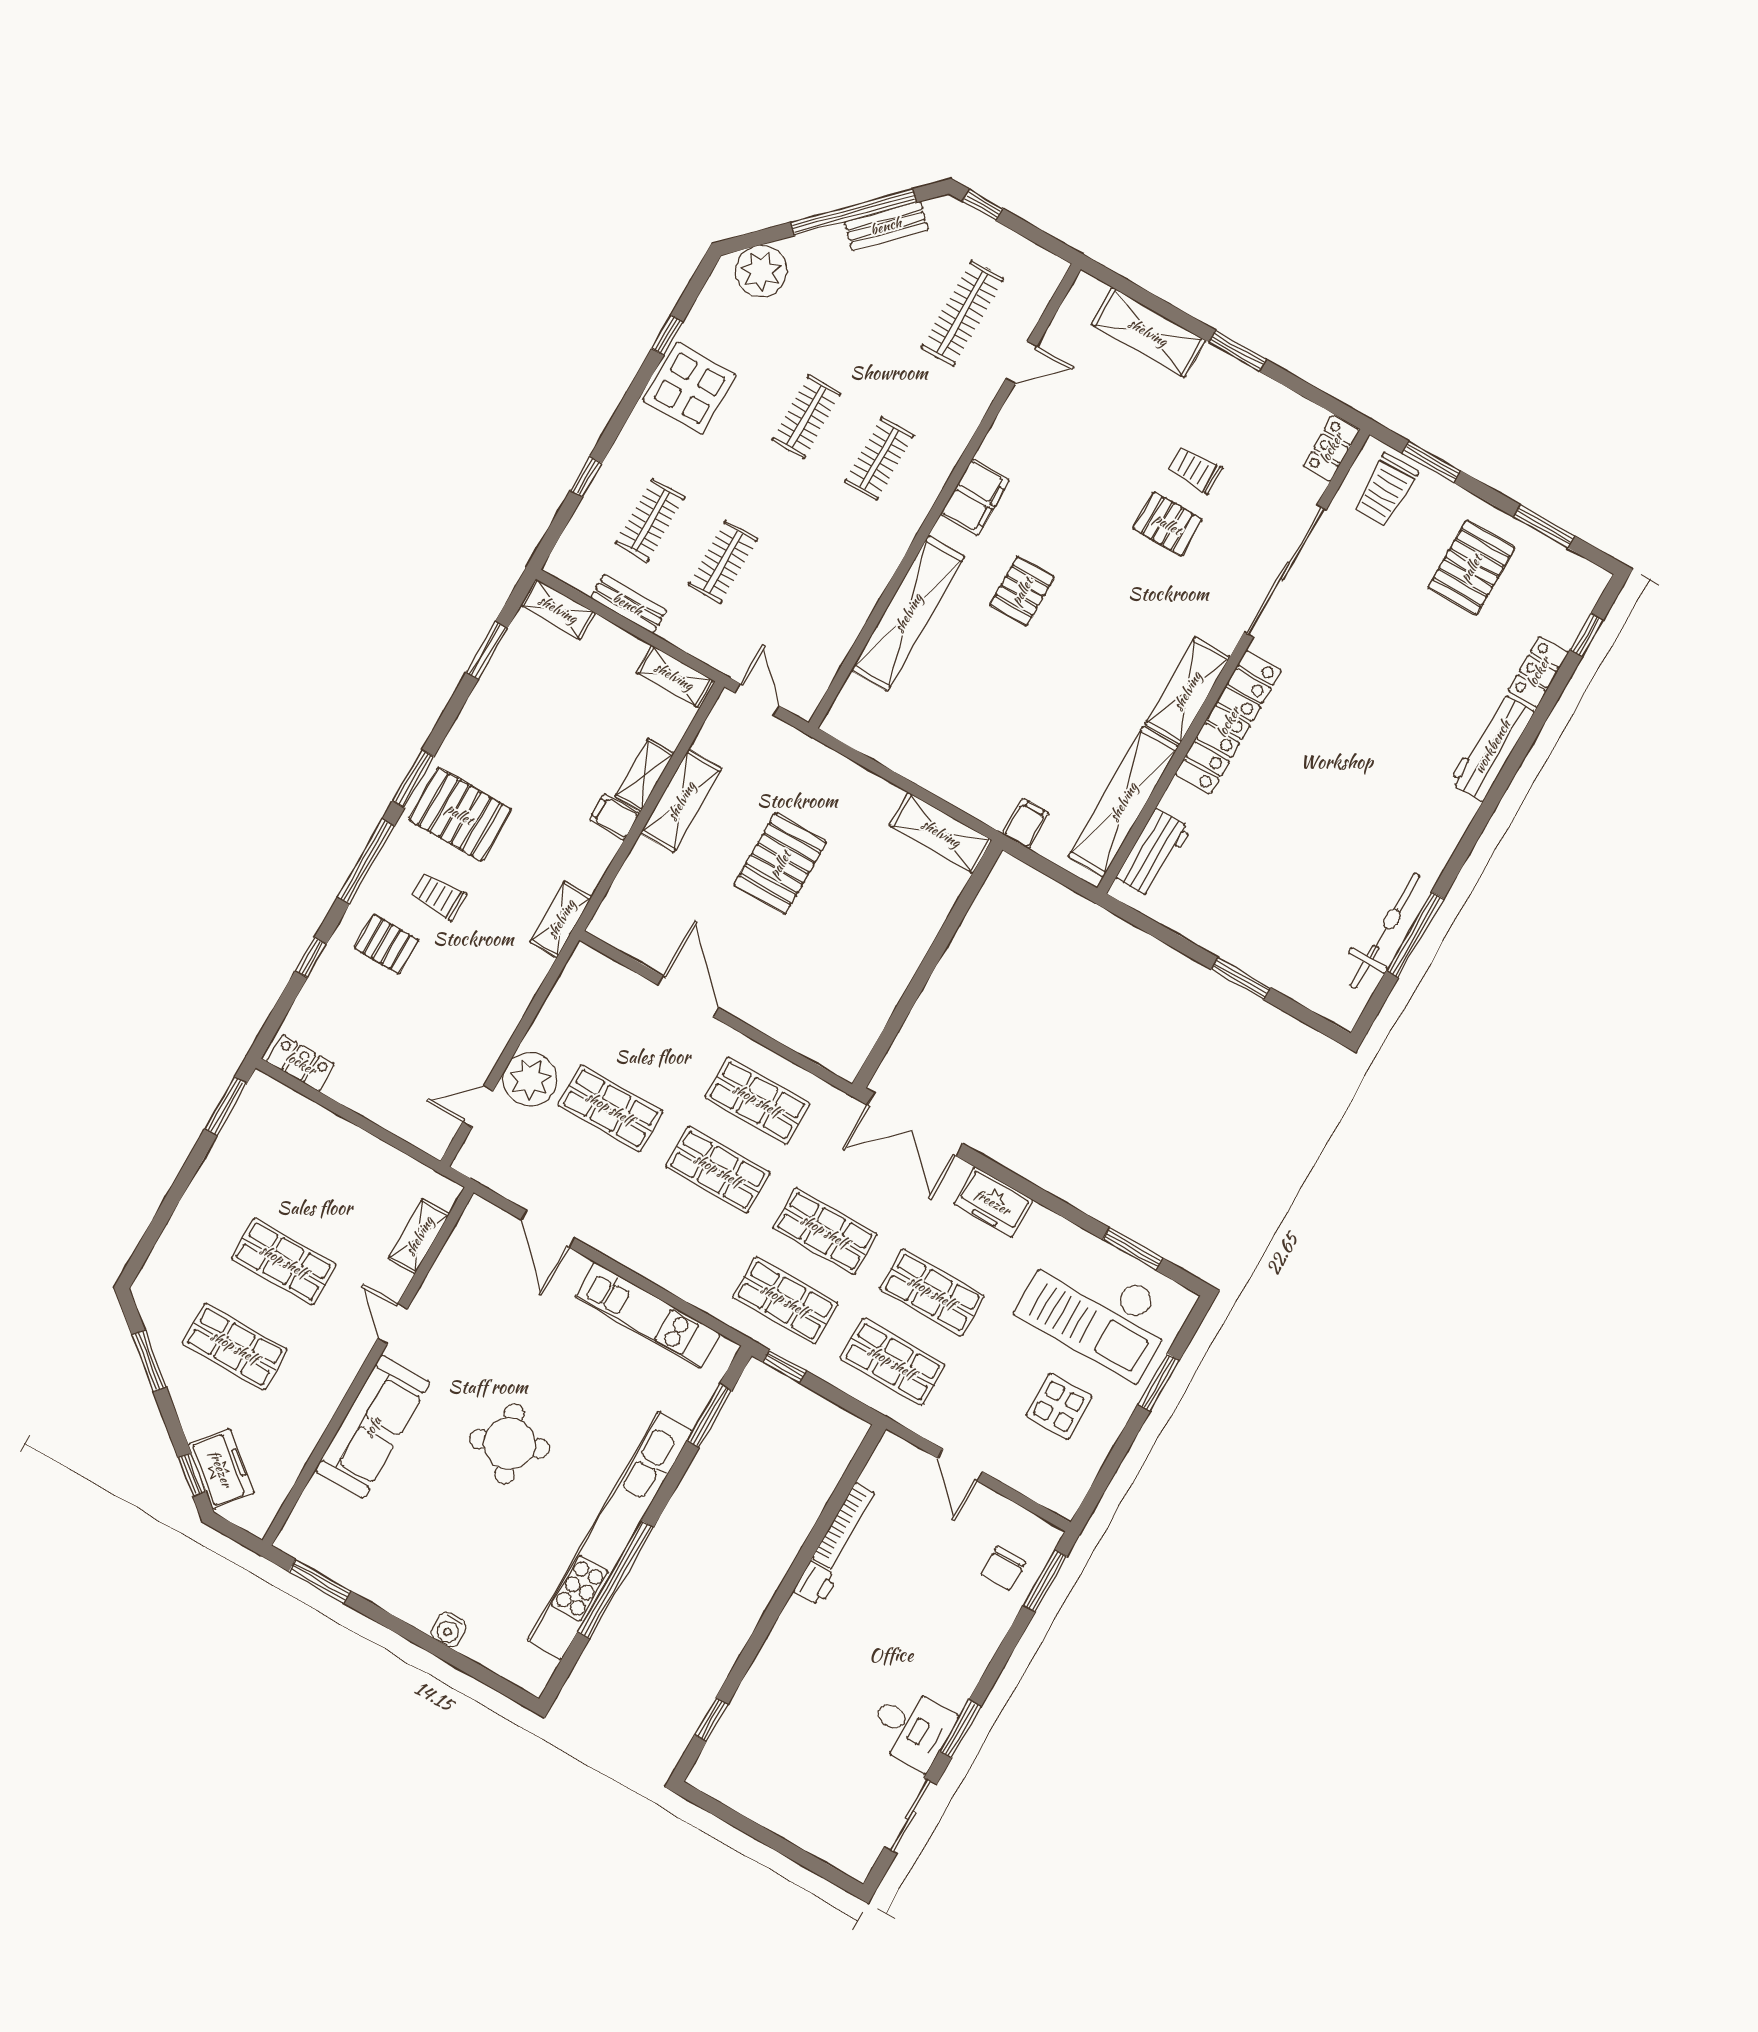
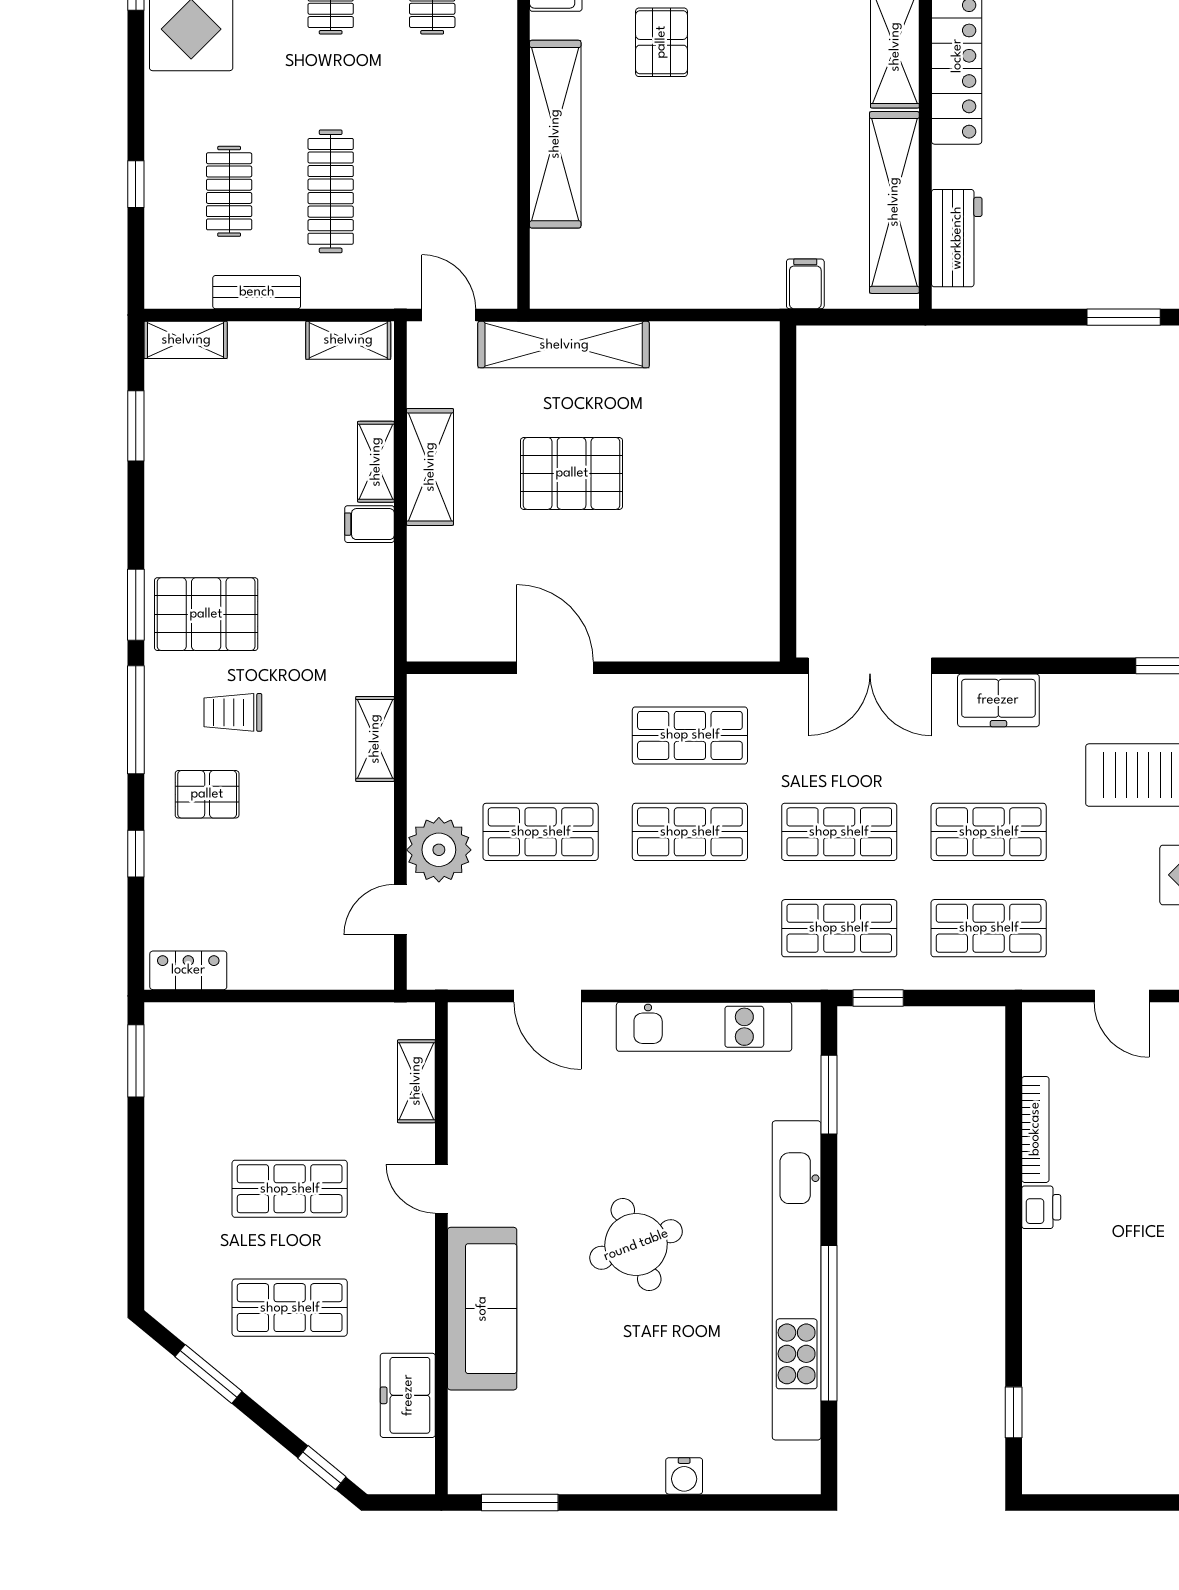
clothes rail: (723, 562) -> (331, 191), width x1.36
shelving: (941, 833) -> (564, 345), moved, width x1.47
pallet: (780, 864) -> (572, 473), turned 90
shelving: (561, 919) -> (375, 739), moved
freezer: (221, 1469) -> (408, 1395), moved, turned -130

